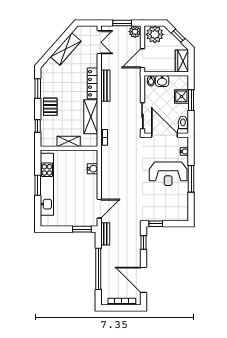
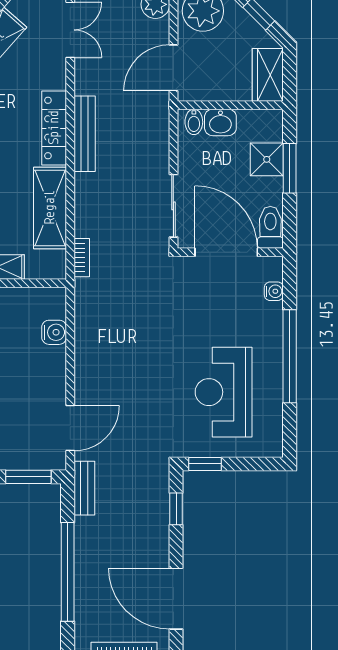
reception desk: (168, 174) -> (224, 392), moved, turned 90
window: (191, 179) -> (290, 356), width x1.46

